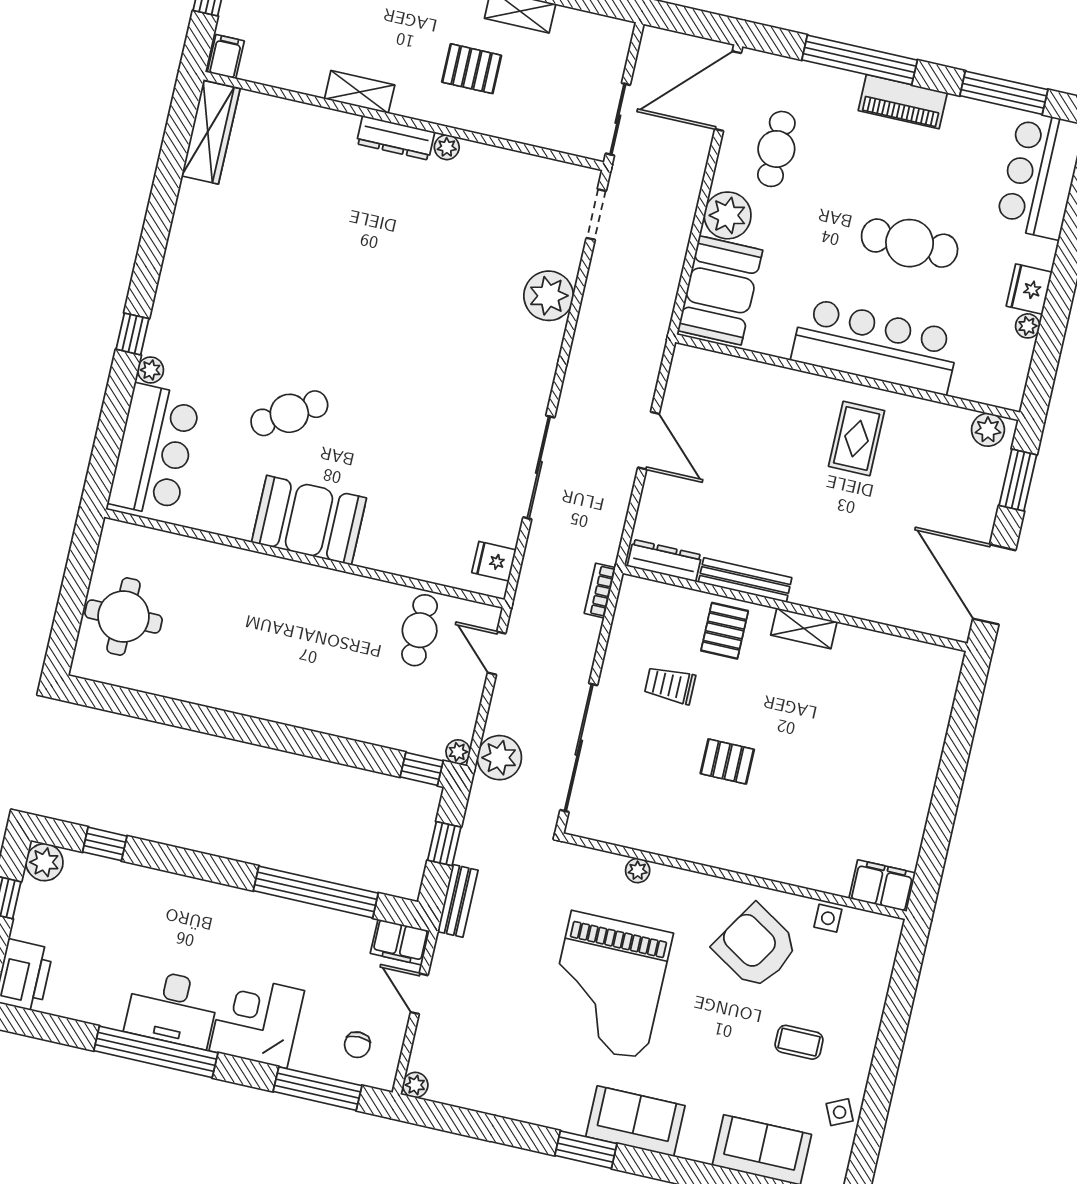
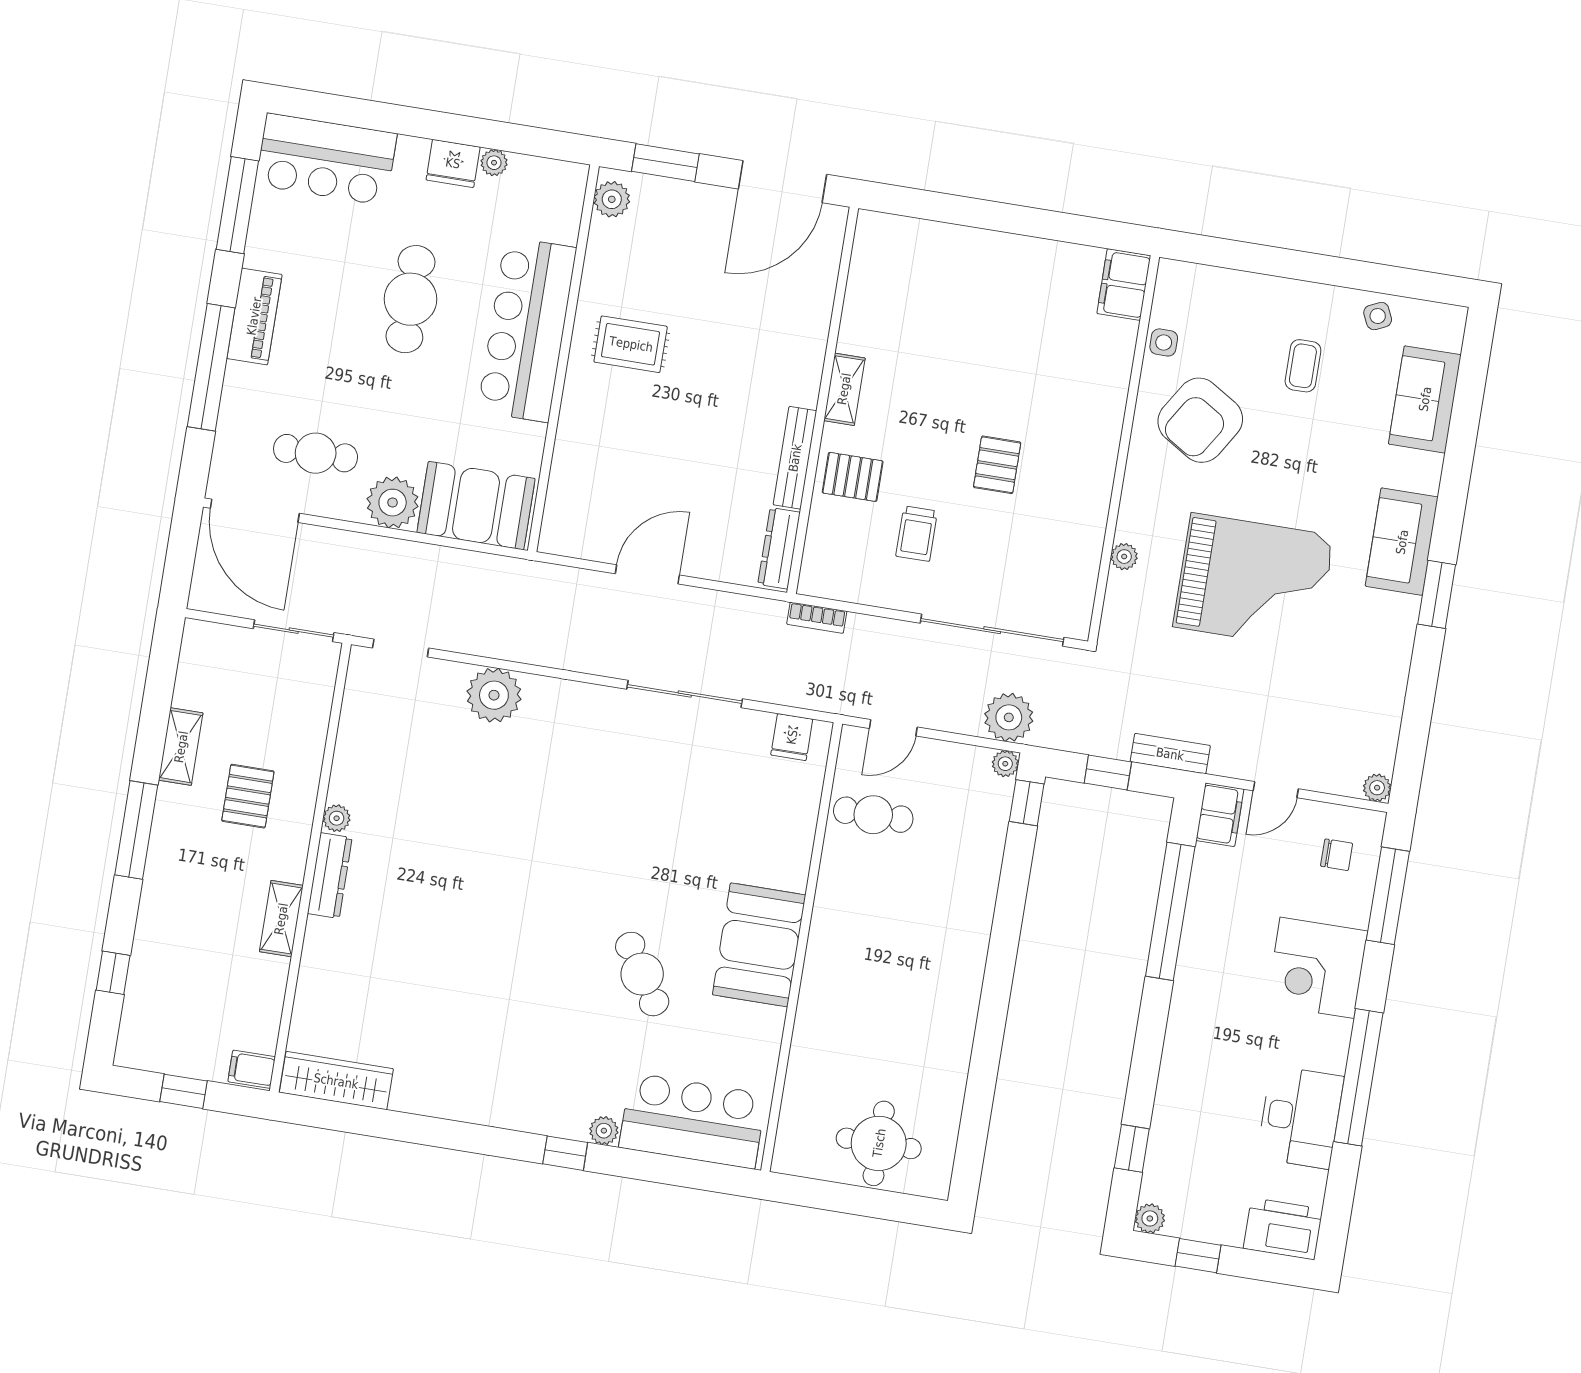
plant: (44, 862) -> (1150, 1218), width x0.73, depth x0.73
desk: (172, 1008) -> (1300, 1117), moved

